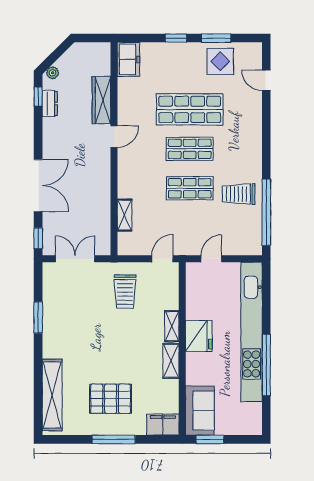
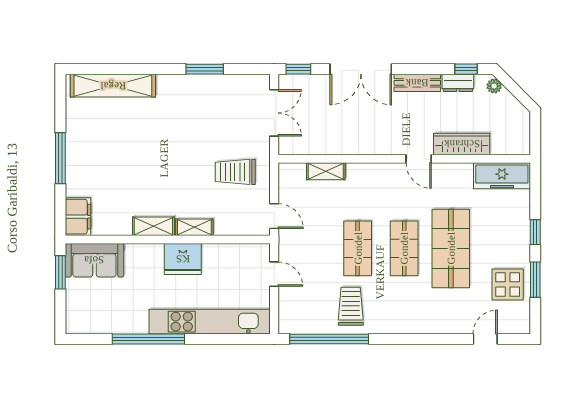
freezer: (128, 59) -> (502, 176), width x1.40
bench: (50, 138) -> (417, 83), added
kitchen unit: (252, 332) -> (210, 322), width x0.73
pallet: (111, 399) -> (108, 155), removed

